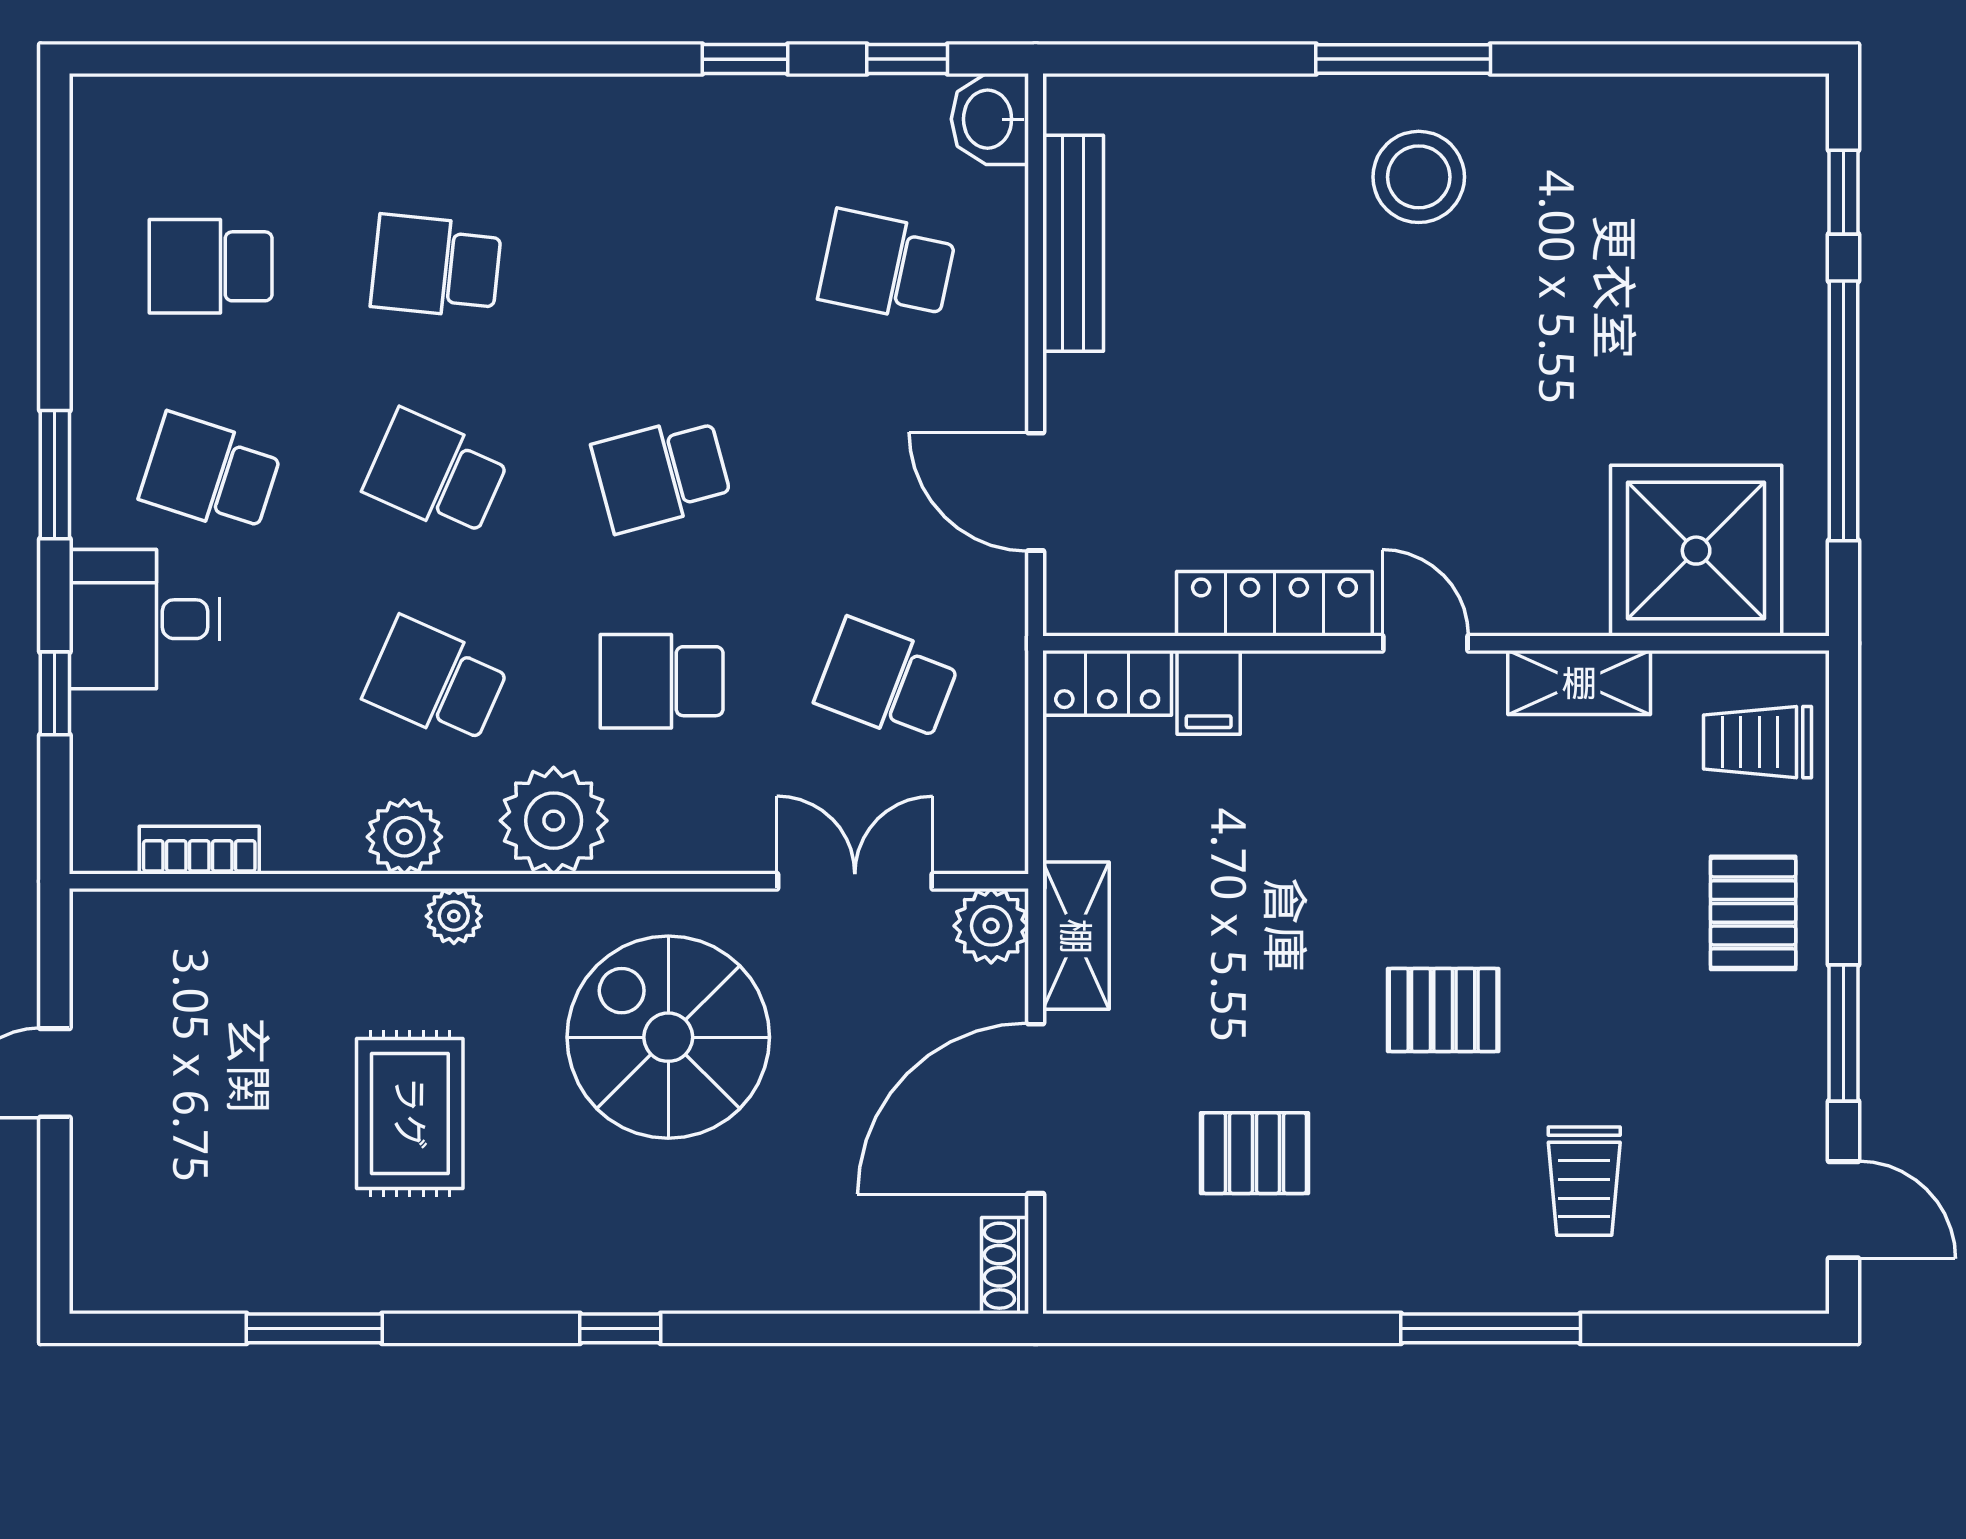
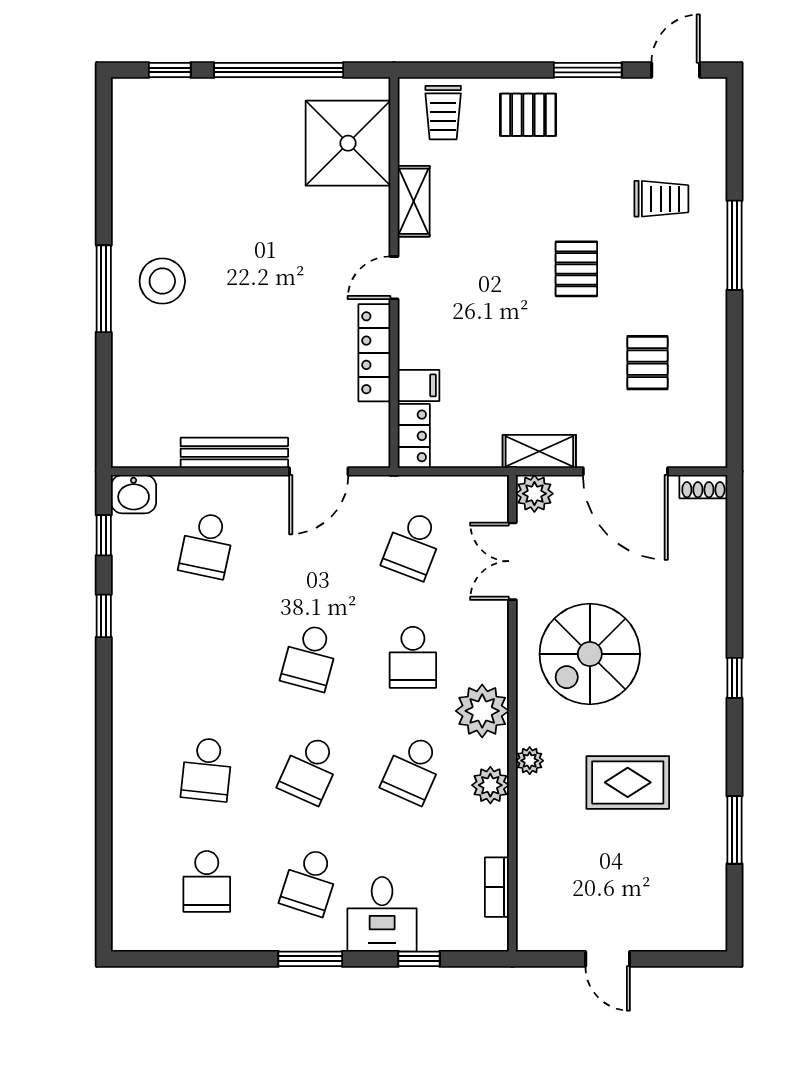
bench: (1073, 243) -> (234, 453), moved
school desk: (662, 474) -> (310, 657), turned 30

